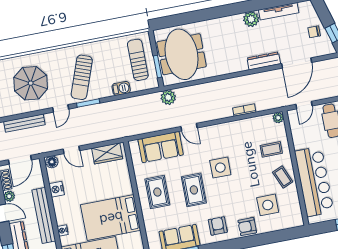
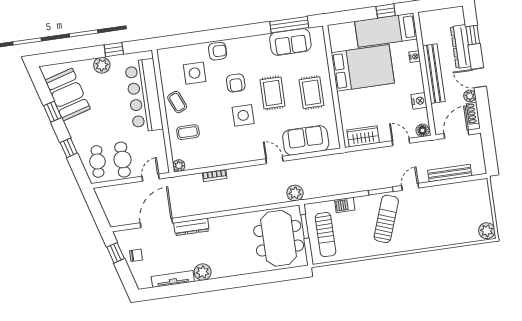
parasol: (31, 83) -> (441, 215), removed
armchair: (218, 226) -> (236, 83), moved

